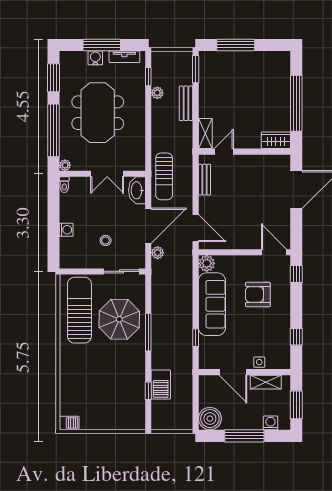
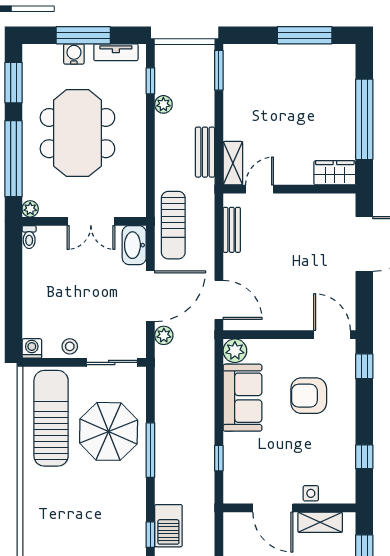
window: (236, 45) -> (305, 35), moved
bench: (186, 103) -> (205, 152), moved
washing machine: (66, 230) -> (32, 348), moved, turned -90
stool: (106, 241) -> (70, 346), moved
sofa: (212, 304) -> (242, 398), width x0.73

